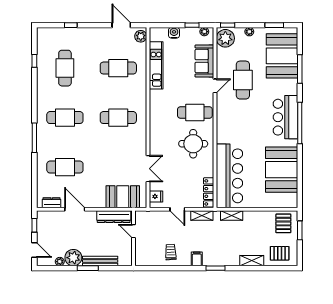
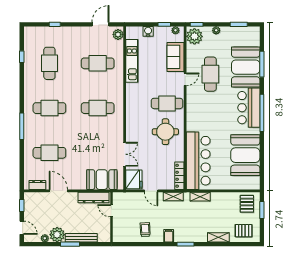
door: (121, 25) -> (100, 24), hinge flipped
booth: (282, 56) -> (246, 67), moved
fridge: (156, 196) -> (134, 179), width x1.88, depth x1.34

